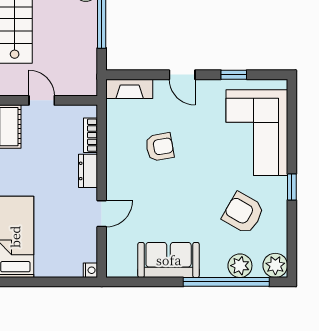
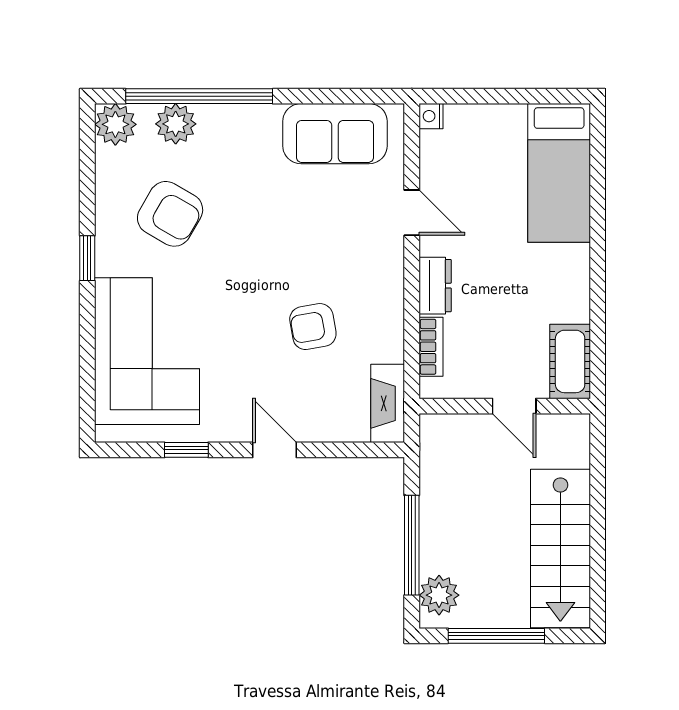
fireplace: (130, 89) -> (388, 403), moved, turned -90
door: (102, 214) -> (412, 213), swing flipped
sofa: (169, 260) -> (335, 134), moved

